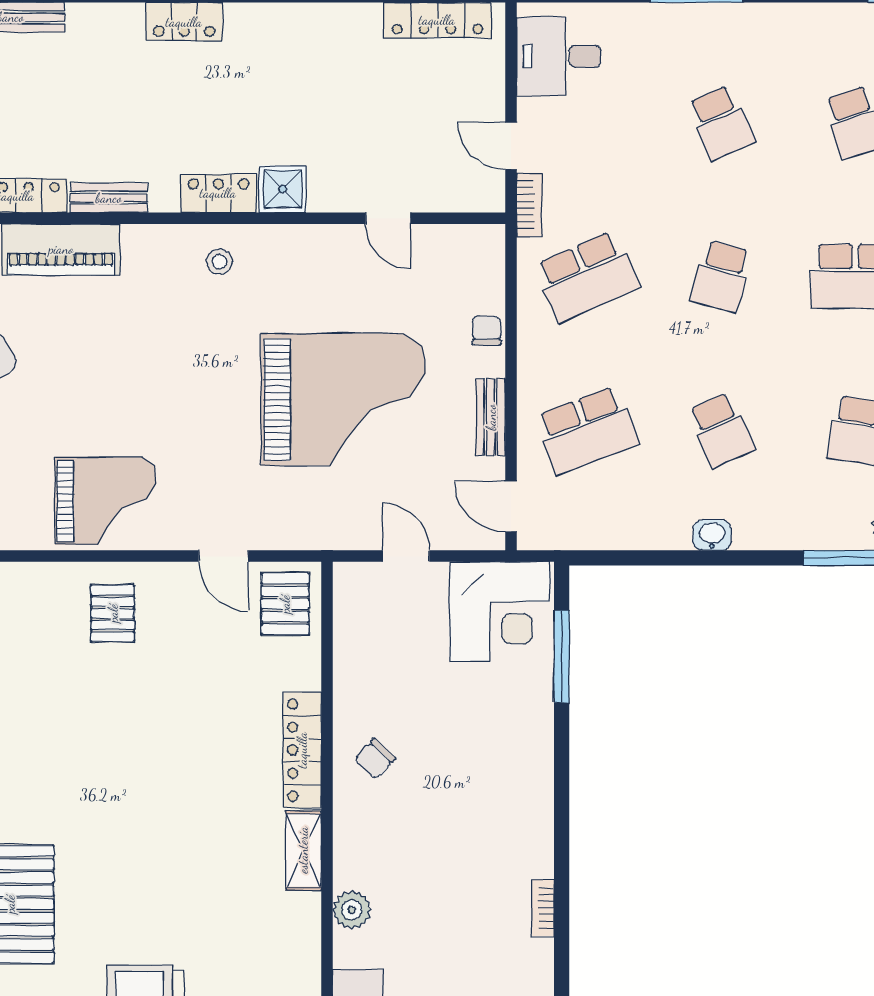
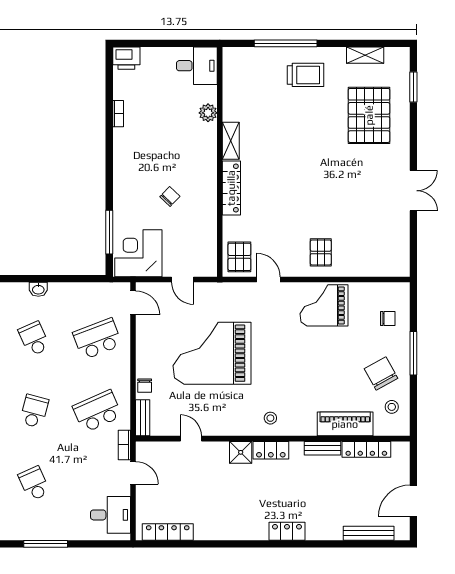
bench: (491, 417) -> (143, 418), moved
chair: (375, 759) -> (170, 197), moved

